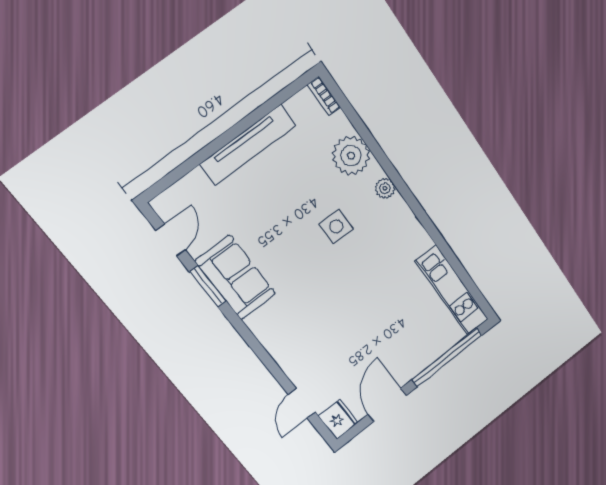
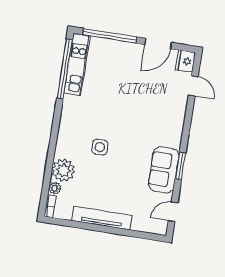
plant: (385, 188) -> (55, 188), moved
window: (461, 272) -> (65, 69), added
window: (208, 286) -> (180, 166), moved
door: (302, 403) -> (193, 86), hinge flipped

